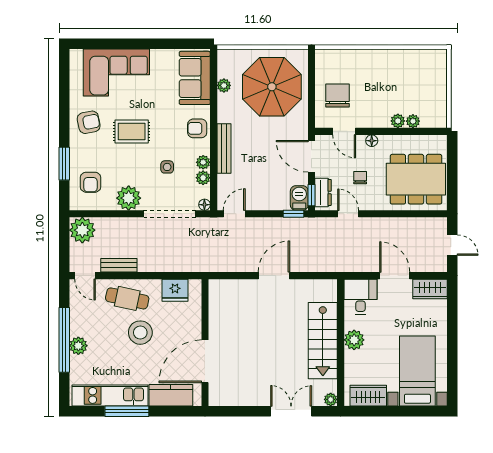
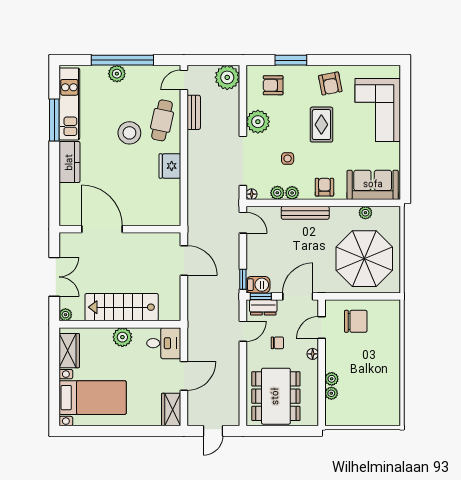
wall: (205, 343) -> (120, 229), moved
door: (205, 361) -> (102, 229), moved

